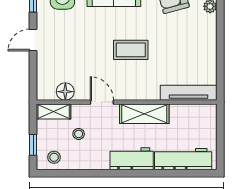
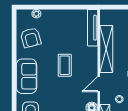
shelving: (144, 114) -> (106, 49), width x1.47

